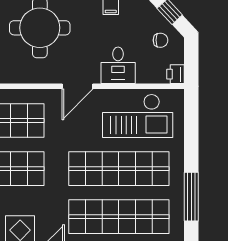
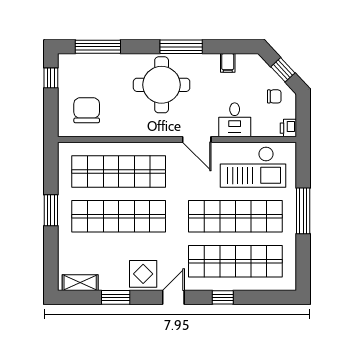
door: (77, 86) -> (197, 139), hinge flipped
window: (191, 197) -> (303, 211), moved

